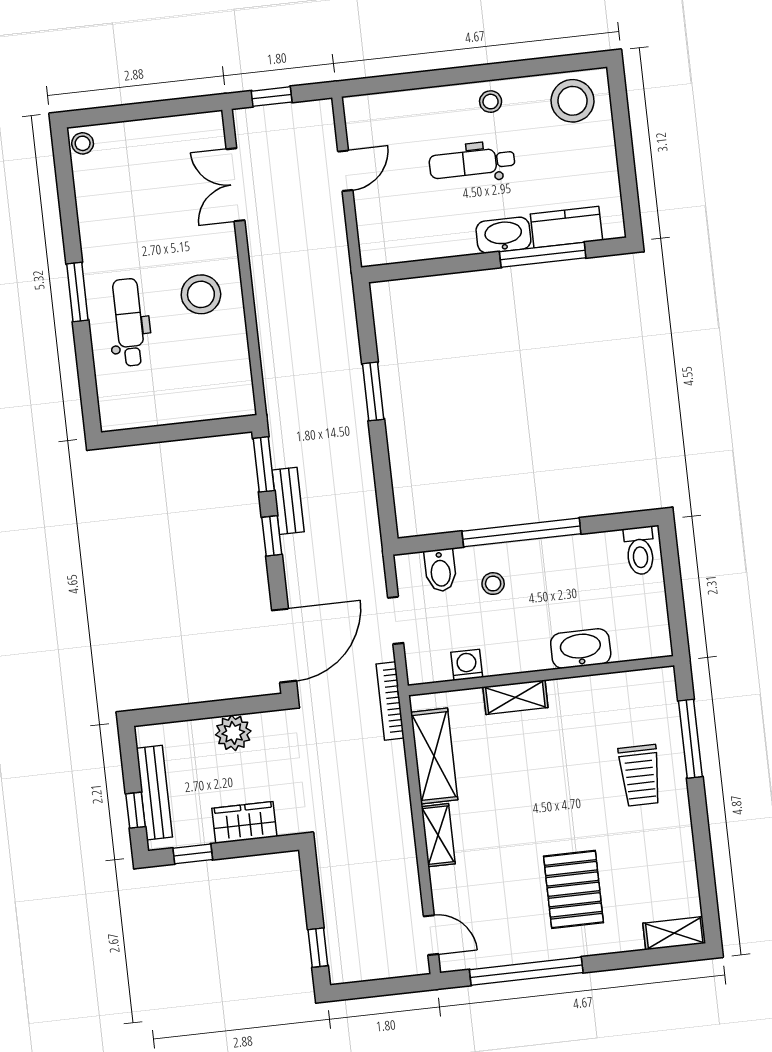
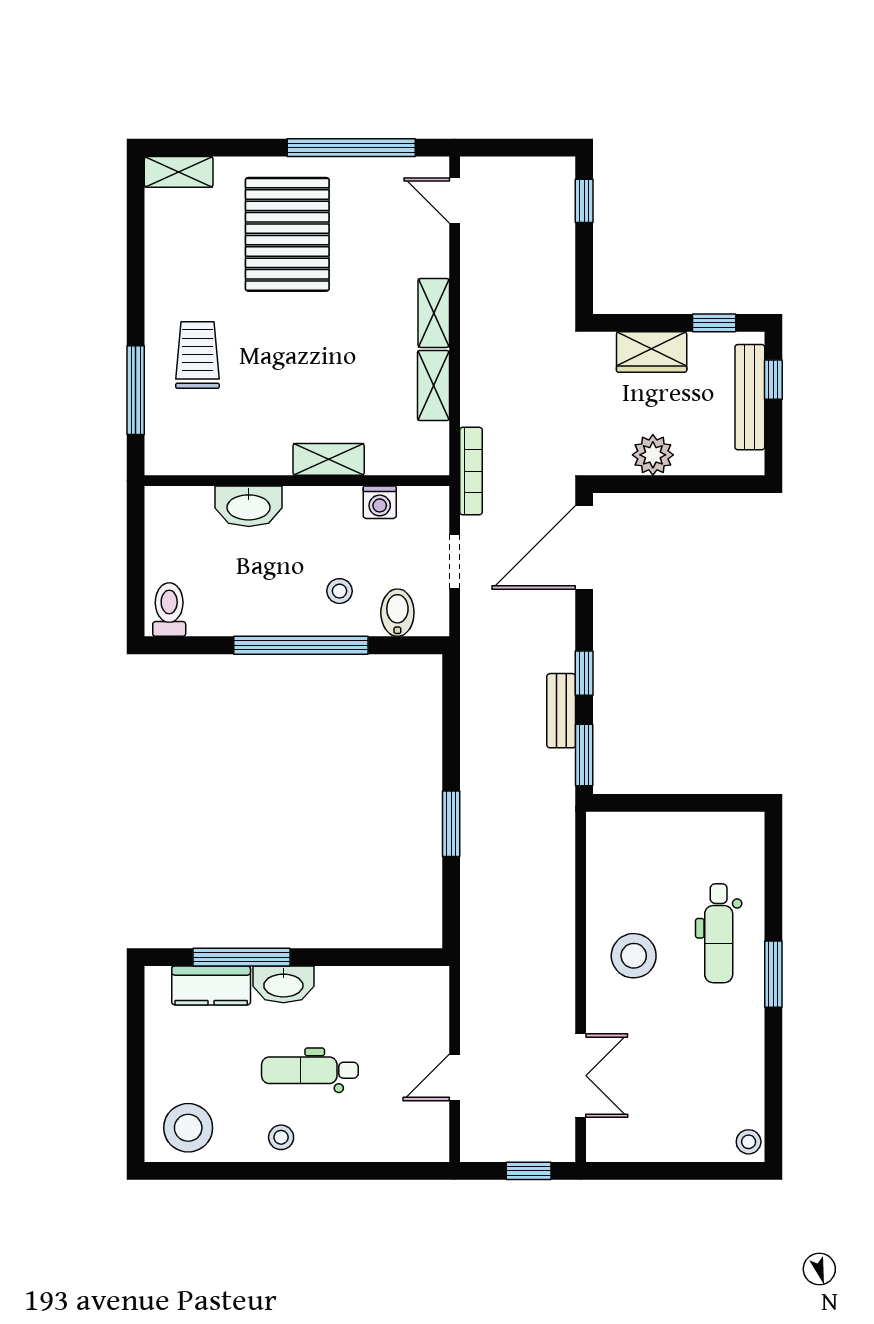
dental chair: (472, 163) -> (310, 1070), turned 180
shelving: (434, 756) -> (433, 385), width x0.67, depth x0.75
pallet: (573, 889) -> (287, 234), width x1.37, depth x1.41

